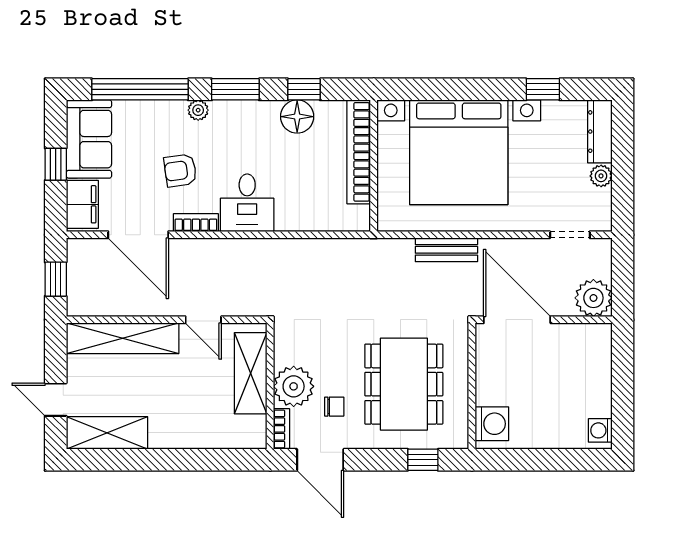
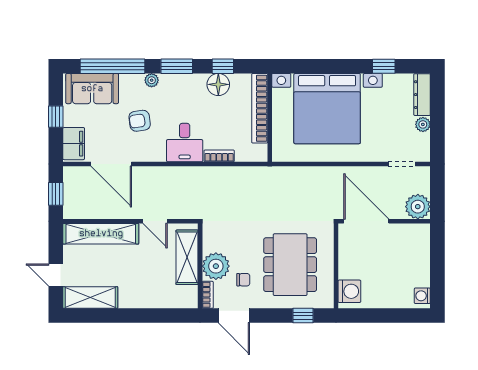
sofa: (89, 139) -> (92, 89), moved, turned 90
bookcase: (196, 223) -> (219, 156), moved
bench: (446, 250) -> (319, 174), removed

